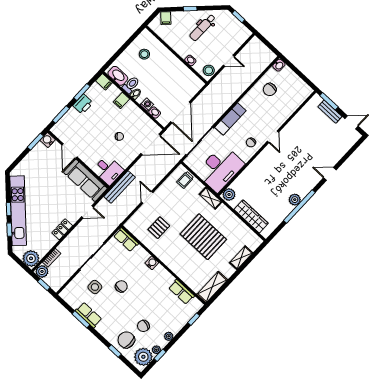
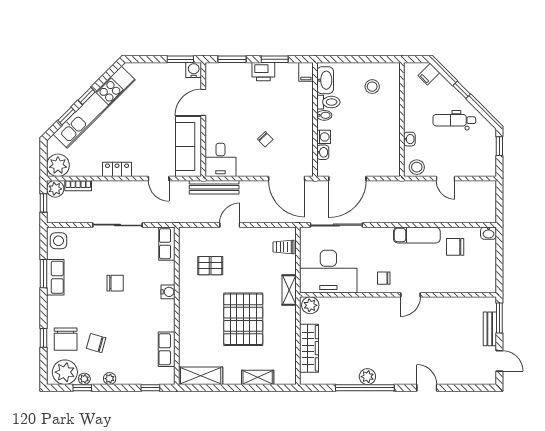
filing cabinet: (121, 100) -> (304, 107), removed
exam couch: (230, 119) -> (417, 235), moved
side table: (95, 287) -> (58, 241), moved
chair: (126, 340) -> (66, 339), turned 180

